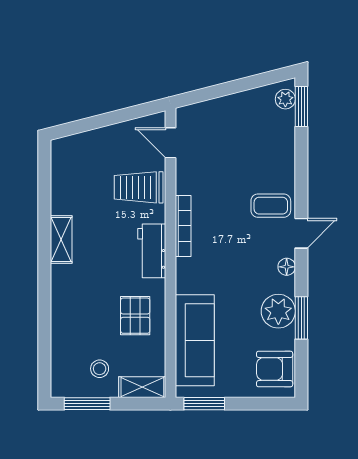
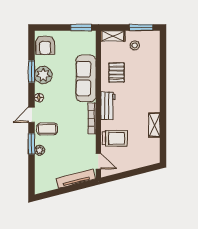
plant: (285, 99) -> (40, 150), moved
window: (301, 106) -> (31, 144), moved
tv unit: (215, 108) -> (76, 179), added
shelving: (61, 240) -> (154, 125), moved
sofa: (195, 340) -> (86, 78), moved
armchair: (275, 369) -> (45, 45), turned 90

